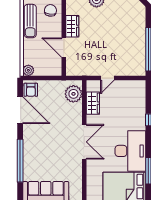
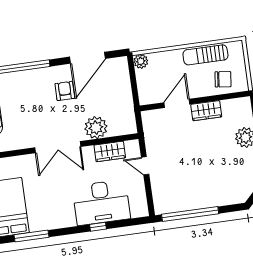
armchair: (31, 90) -> (65, 91), moved, turned 90
plant: (73, 94) -> (96, 128), moved
desk: (130, 151) -> (101, 202), moved

